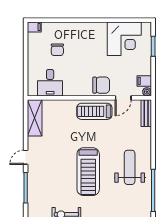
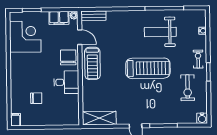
filing cabinet: (144, 81) -> (59, 18), width x2.00
desk: (50, 83) -> (66, 82), moved
weight bench: (130, 167) -> (160, 32), moved

